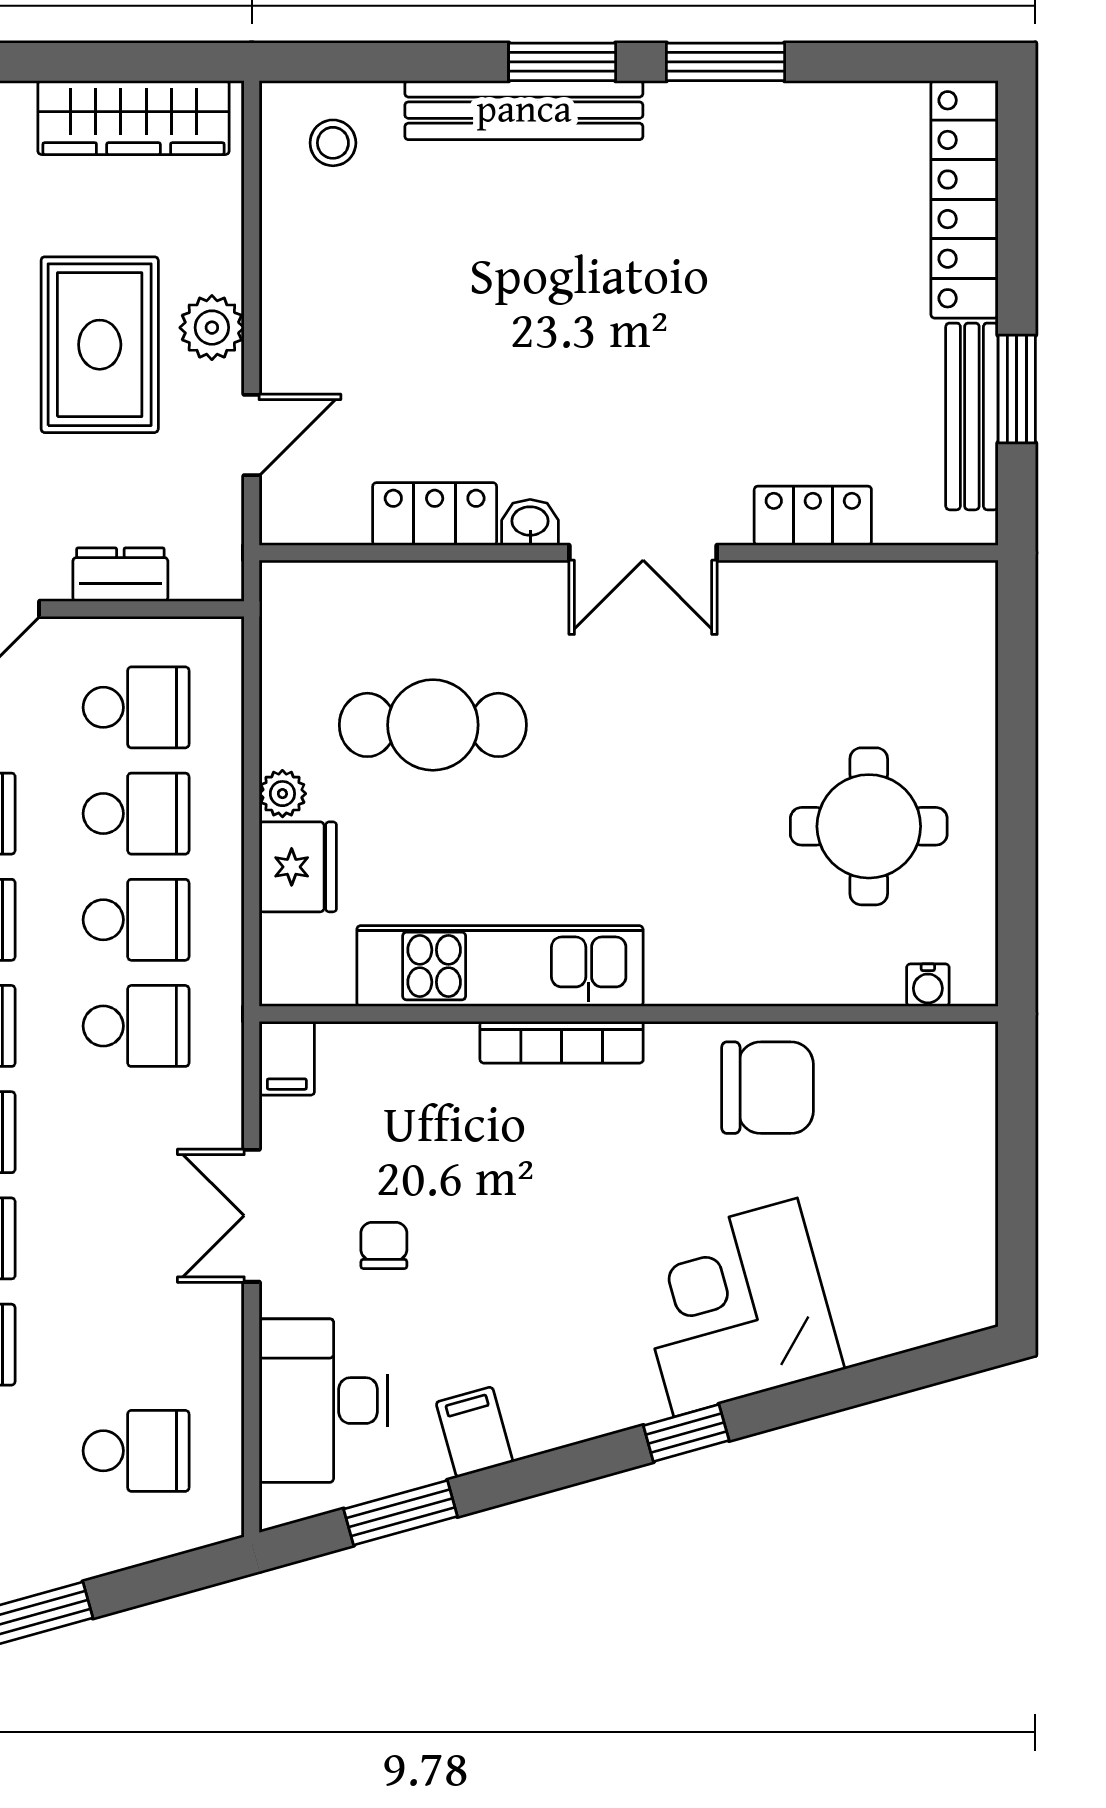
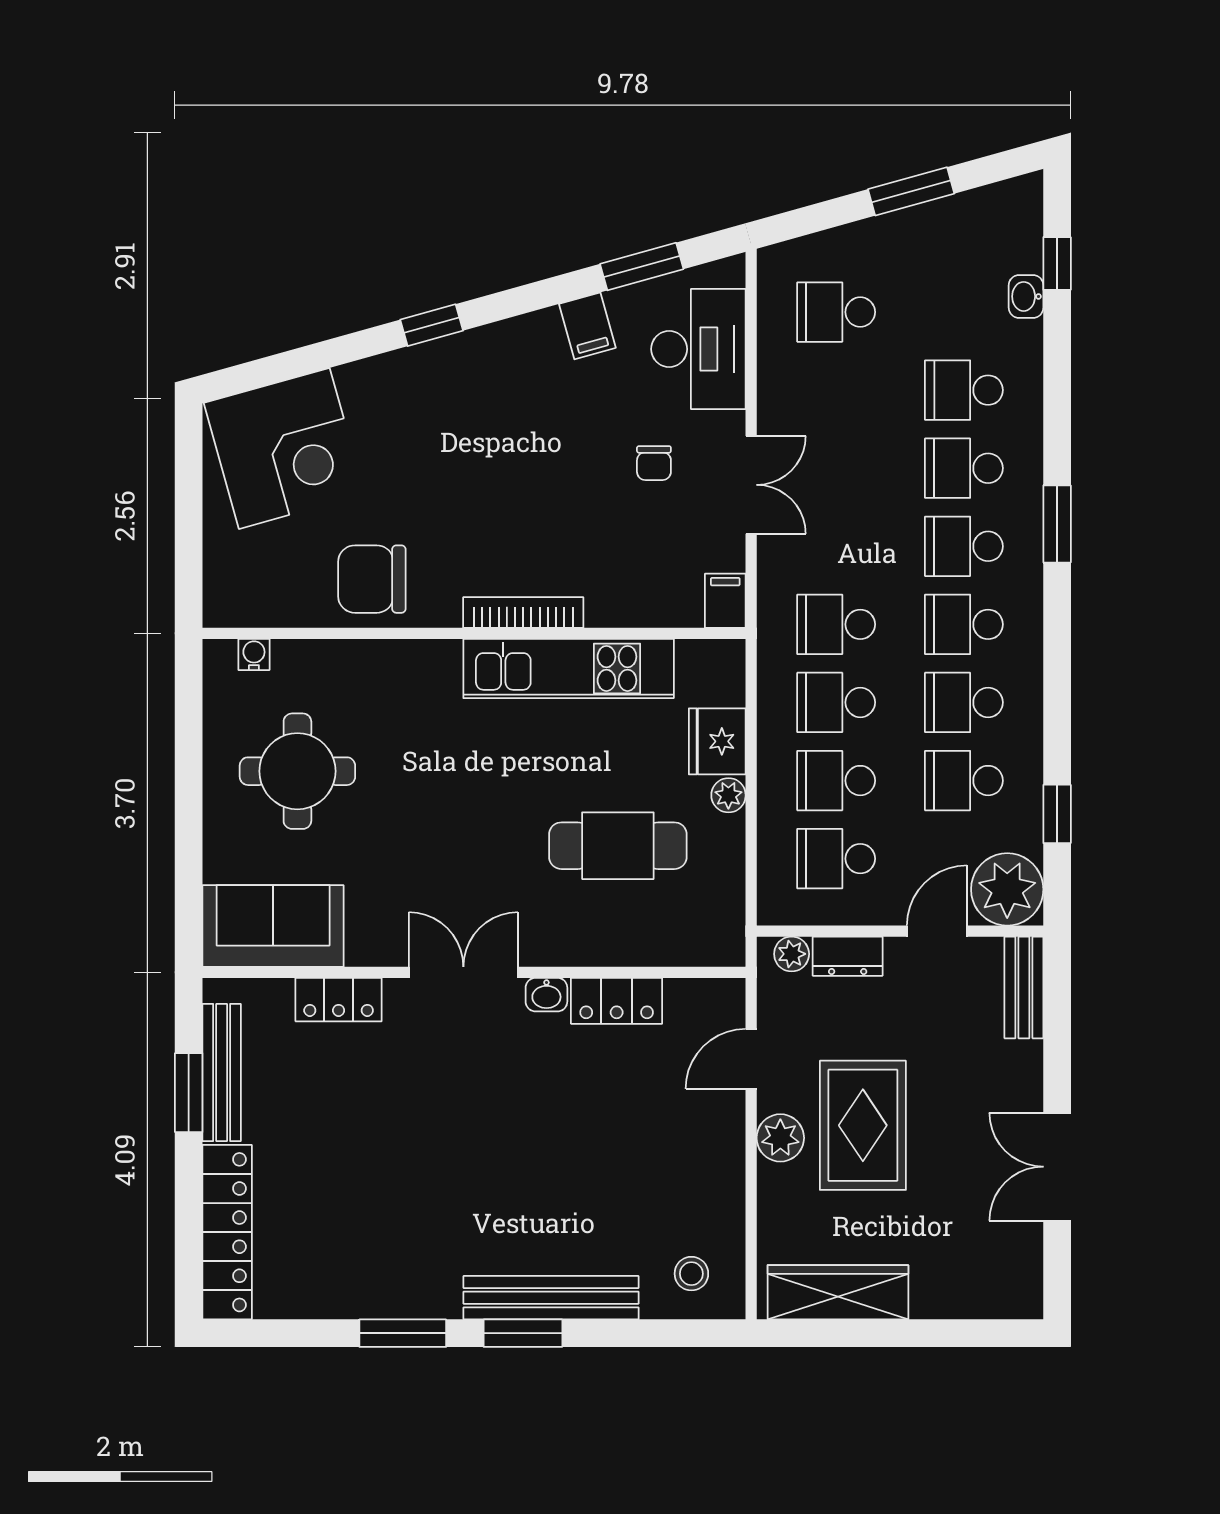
plant: (197, 578) -> (792, 954), added
sofa: (902, 616) -> (273, 926), added
corner desk: (736, 1307) -> (284, 448), moved

